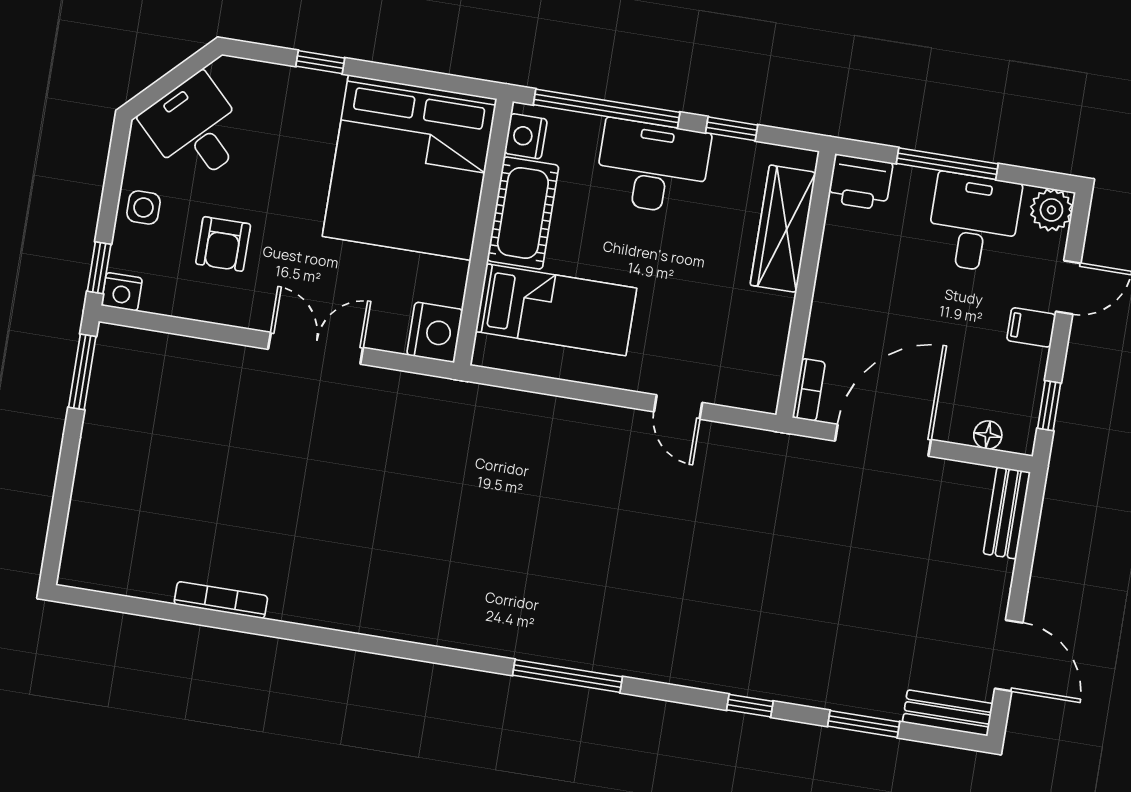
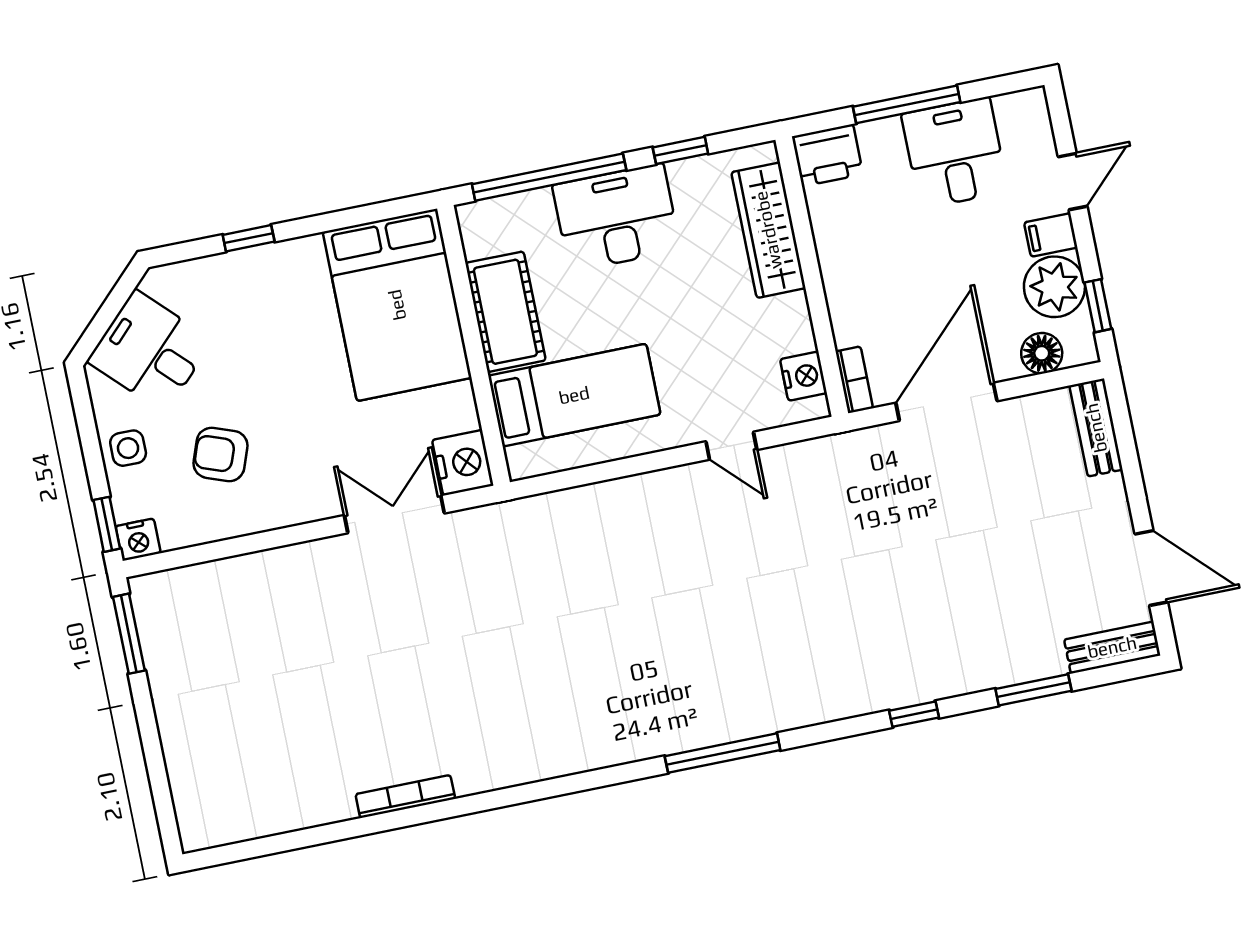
nightstand: (526, 136) -> (803, 376), moved, turned 180
bed: (410, 168) -> (397, 305), width x0.73
plant: (1051, 210) -> (1054, 287), moved, width x1.36, depth x1.36
armchair: (223, 244) -> (220, 454), turned 110
double door: (316, 348) -> (394, 514), moved
floor lamp: (988, 435) -> (1042, 353), width x1.37, depth x1.37
bookcase: (221, 600) -> (405, 796), moved

